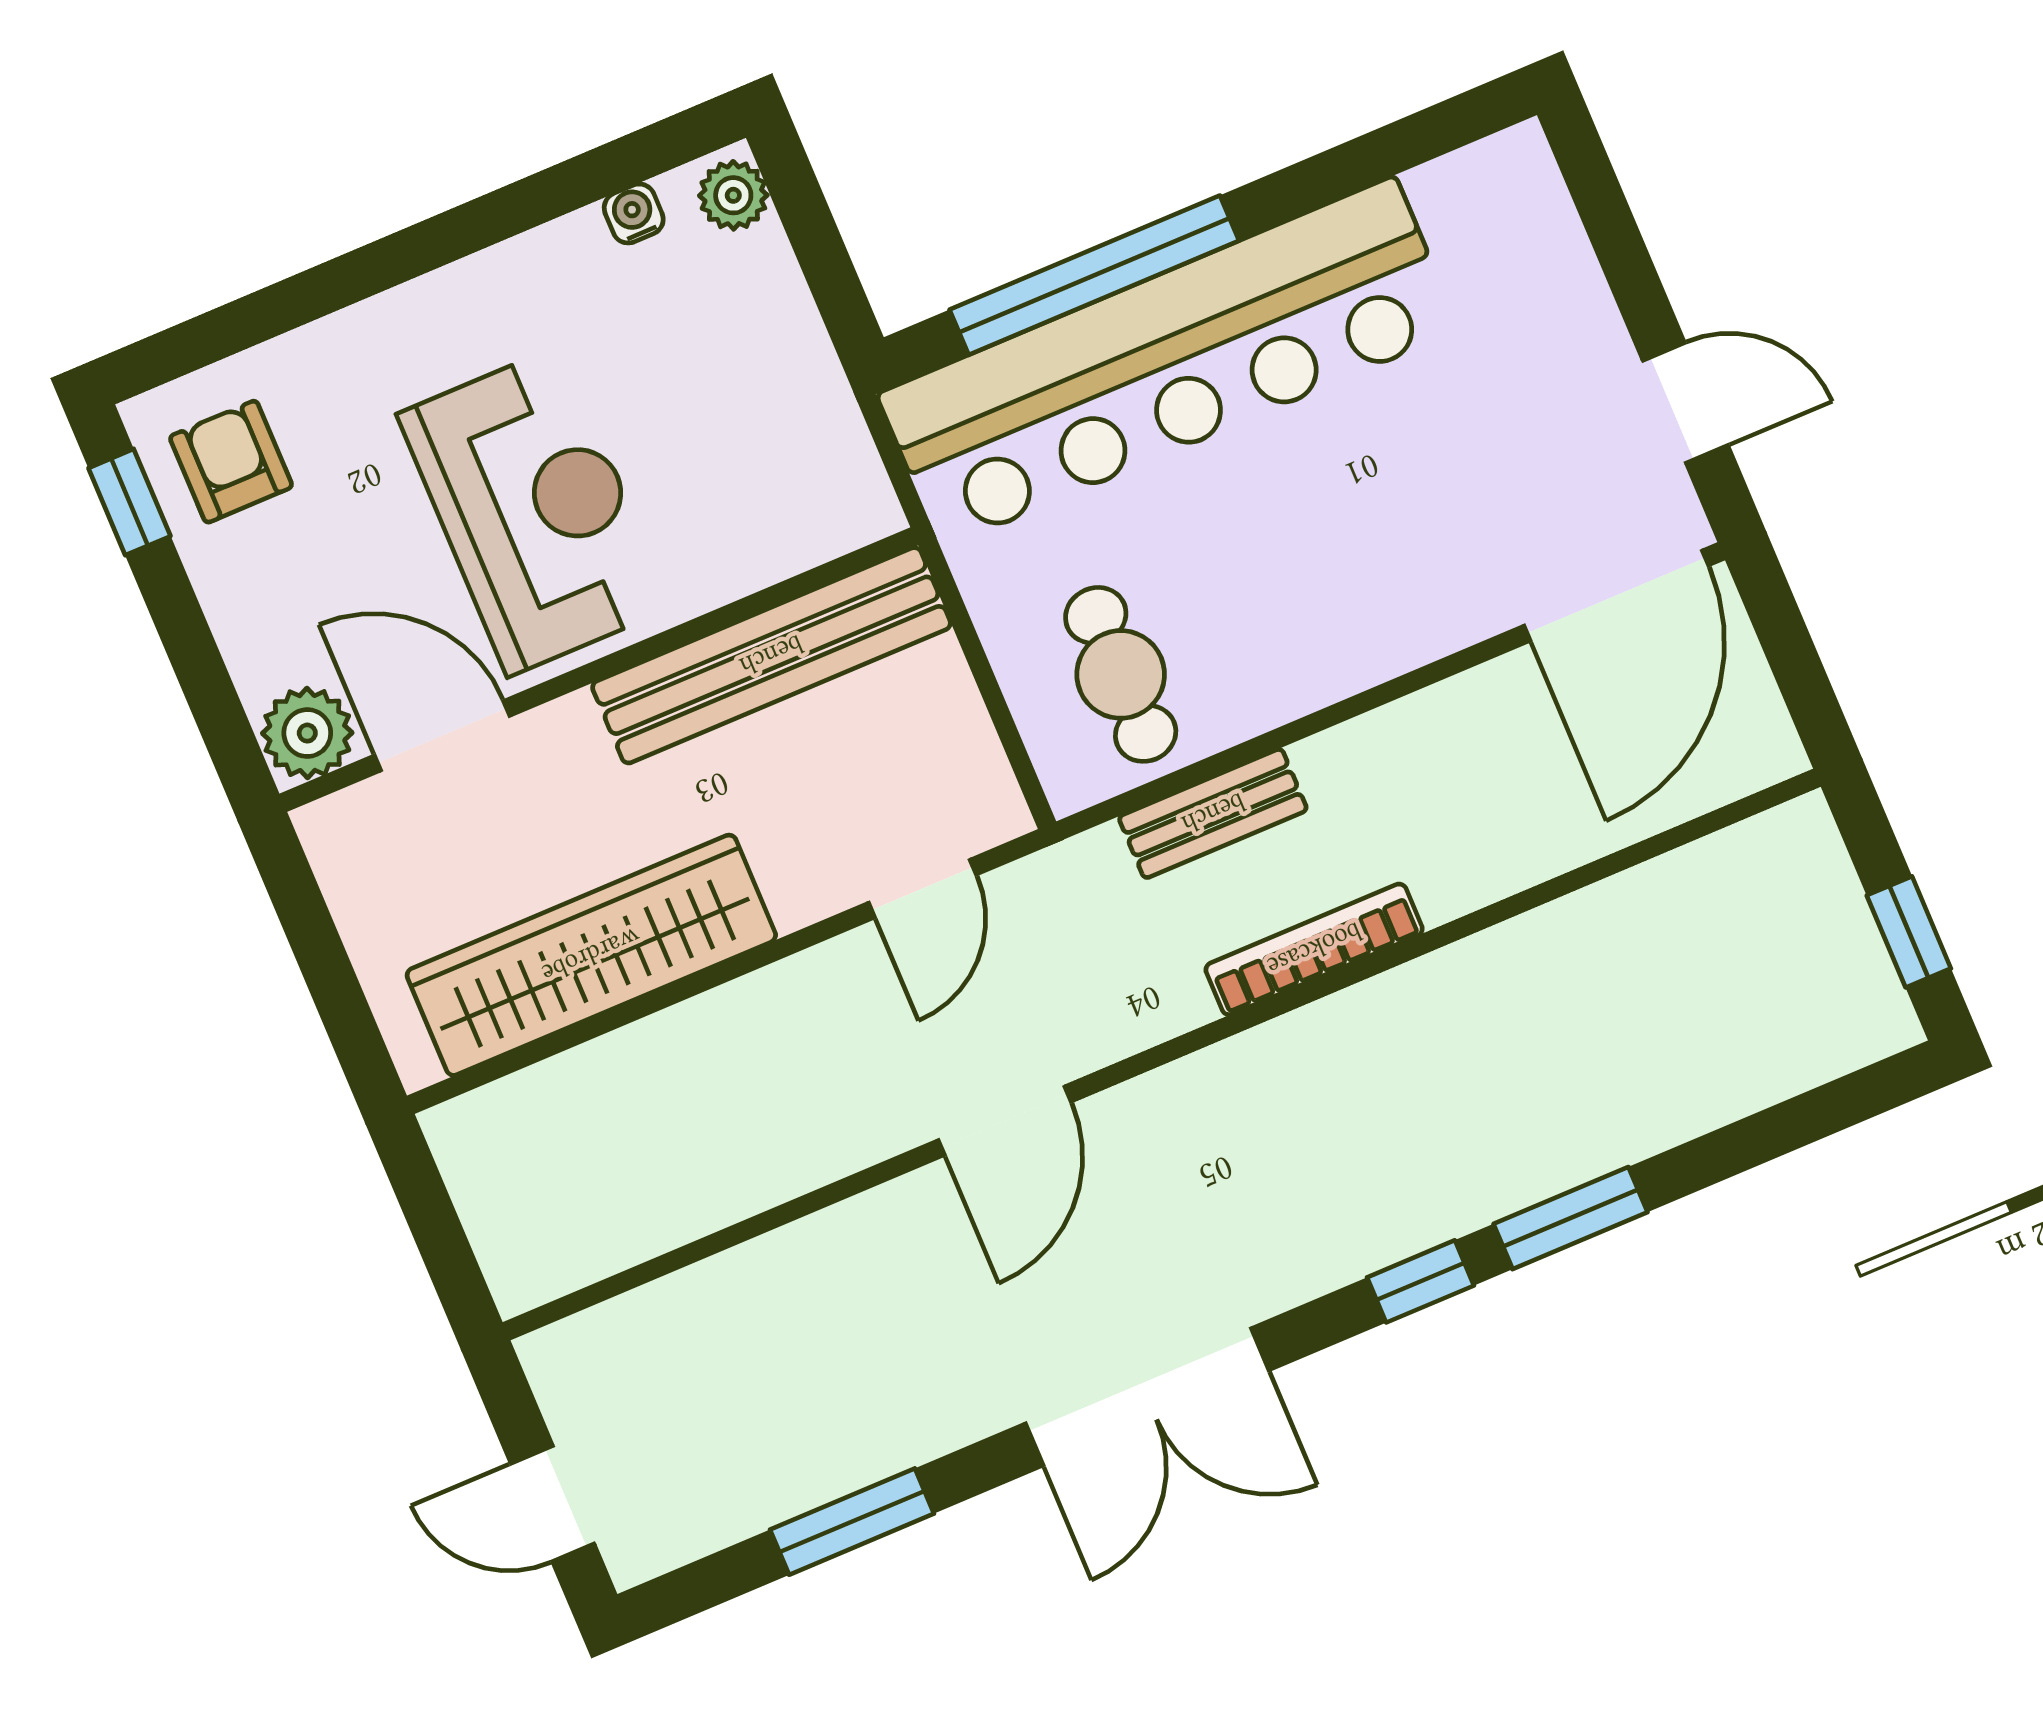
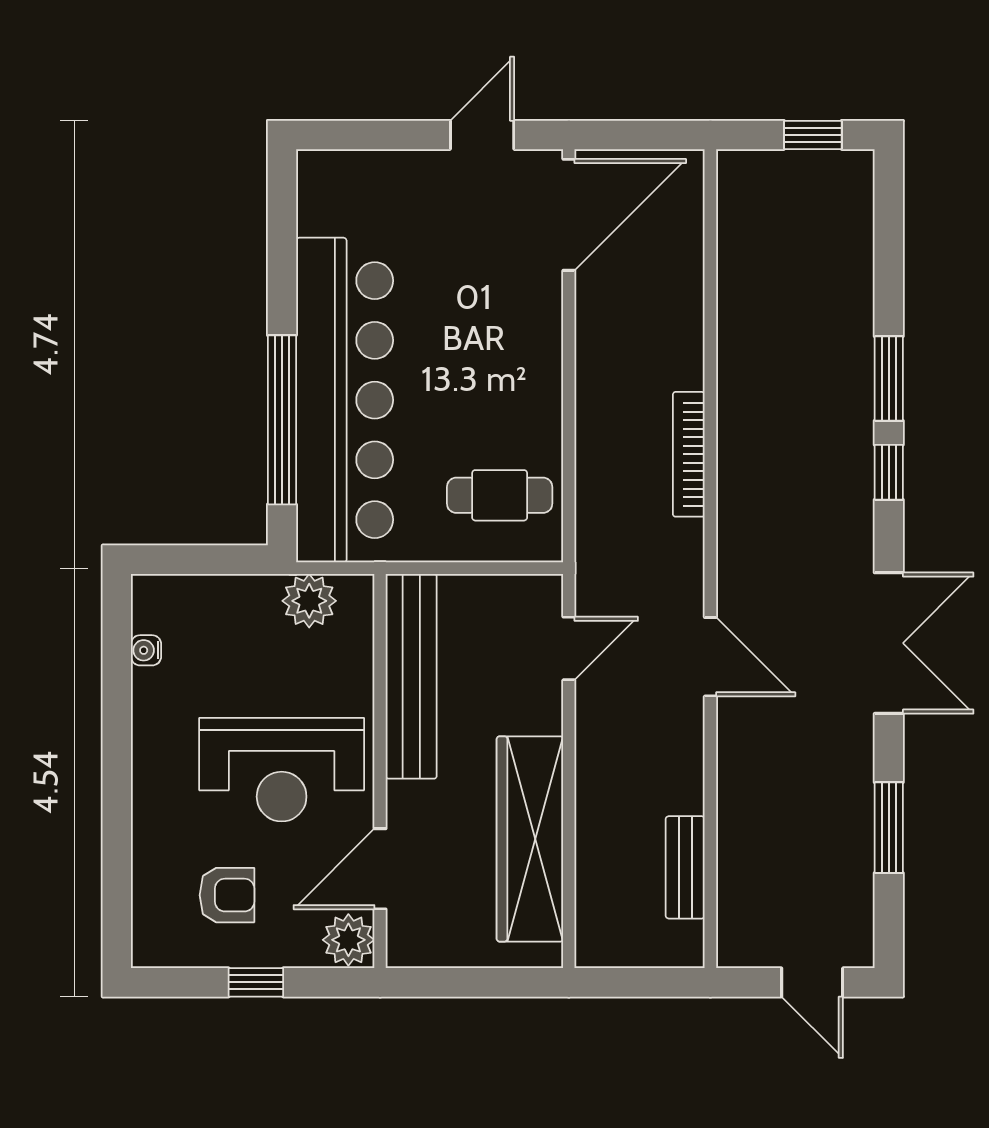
plant: (733, 195) -> (309, 601), moved, width x1.38, depth x1.38
armchair: (231, 462) -> (227, 895), moved, turned 180
window: (129, 502) -> (256, 982), moved
reception desk: (534, 511) -> (282, 770), turned 180
door: (1616, 596) -> (569, 215), hinge flipped
bench: (1213, 813) -> (685, 867), moved
door: (922, 889) -> (569, 648), hinge flipped
door: (553, 1504) -> (812, 982), hinge flipped

